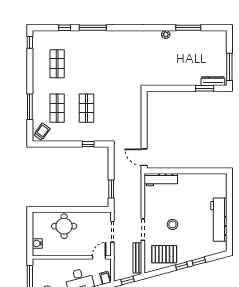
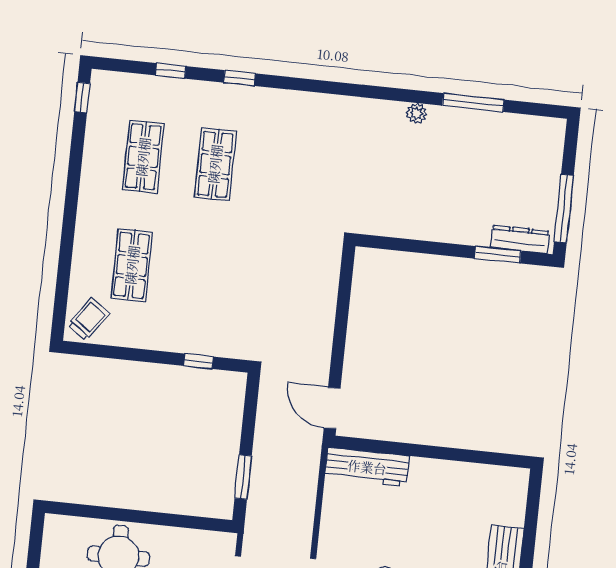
window: (93, 28) -> (239, 78), width x0.46
window: (30, 107) -> (66, 255), removed
shop shelf: (87, 108) -> (215, 164), moved

